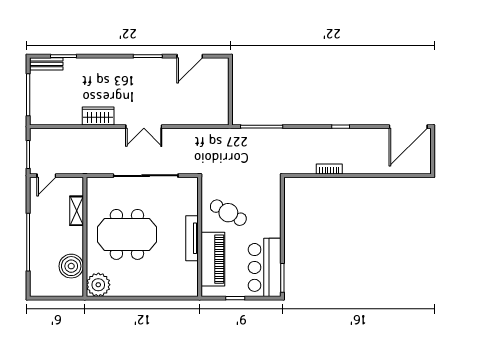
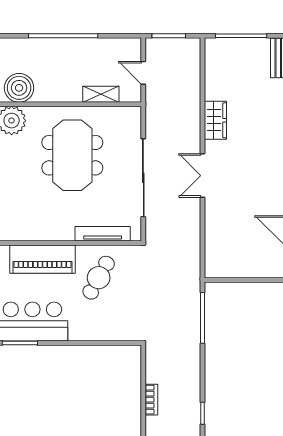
door: (46, 176) -> (143, 73), moved
tv unit: (192, 238) -> (103, 234), moved
boiler: (71, 266) -> (19, 88), moved

